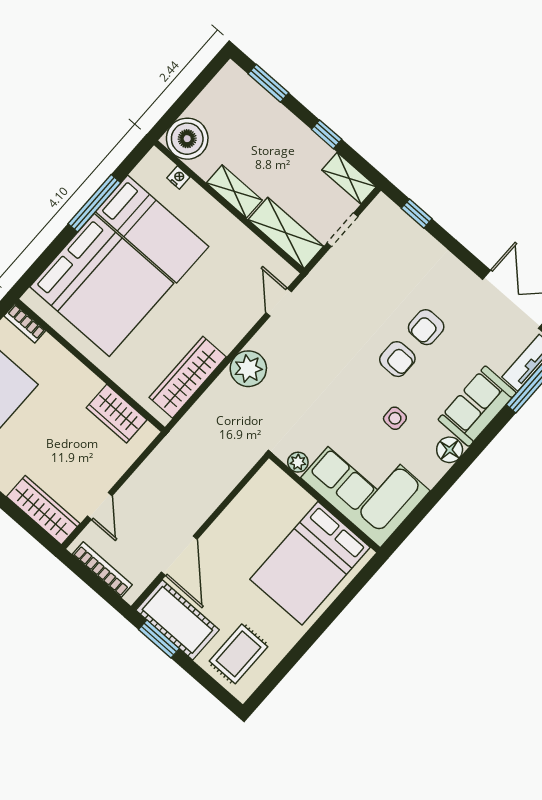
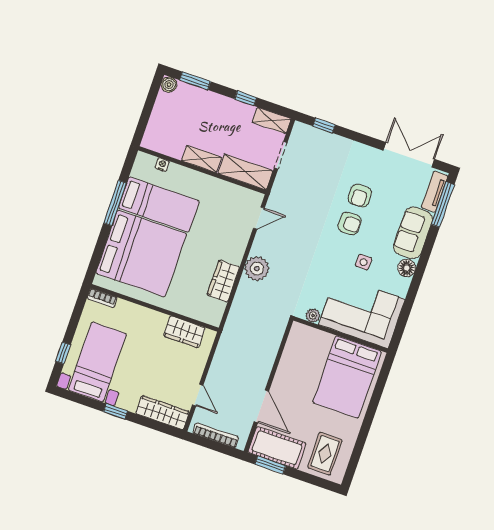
boiler: (187, 139) -> (169, 84), moved, width x0.54, depth x0.54
door: (279, 302) -> (259, 218), swing flipped
wardrobe: (188, 377) -> (223, 281), width x0.67

